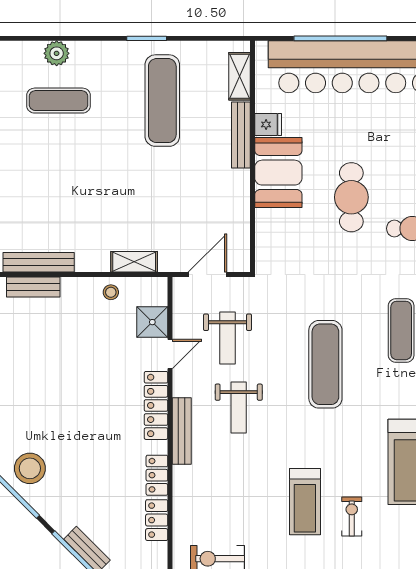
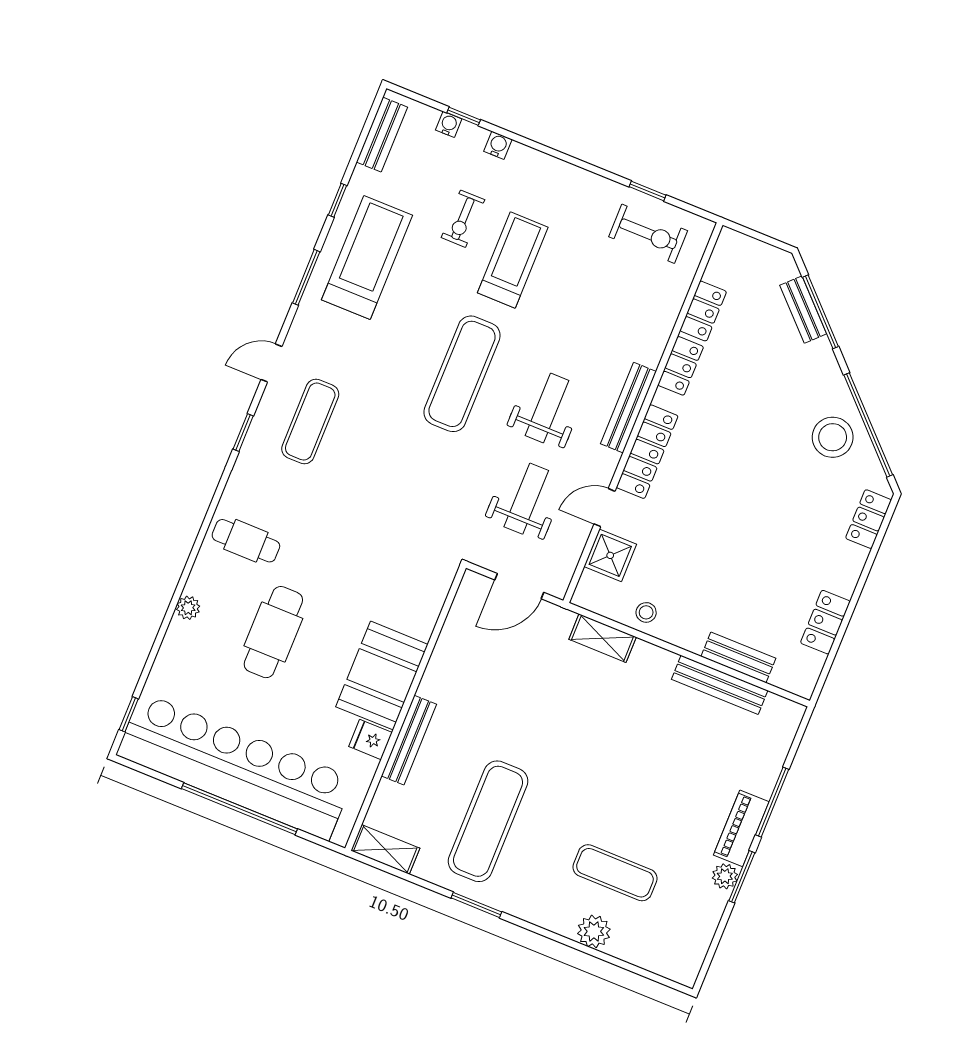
shelving: (239, 76) -> (385, 849), moved, turned 90
cafe table: (351, 197) -> (273, 632), moved
exercise mat: (325, 364) -> (462, 374), moved

